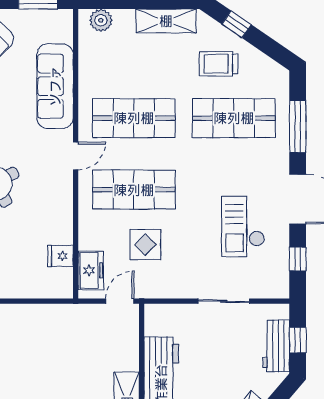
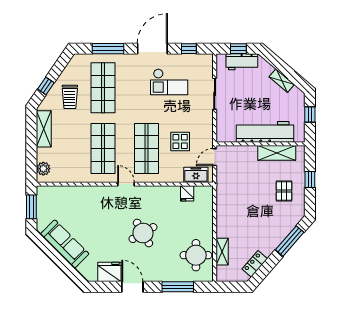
sofa: (55, 86) -> (84, 197), removed
door: (120, 301) -> (215, 157), hinge flipped

